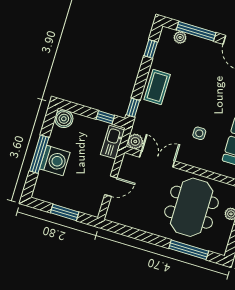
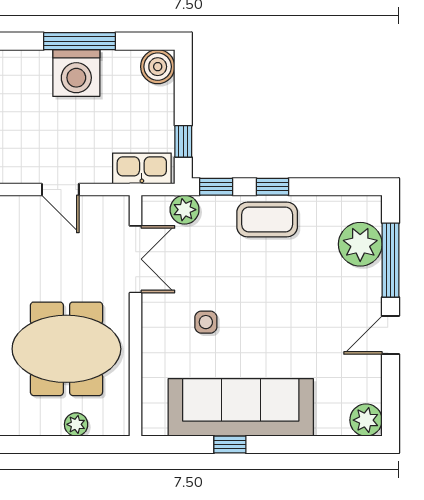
plant: (180, 37) -> (360, 244), width x1.87, depth x1.87
window: (151, 49) -> (273, 187), moved
plant: (135, 141) -> (185, 210), moved

